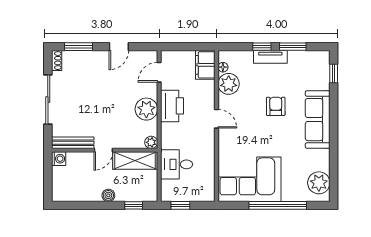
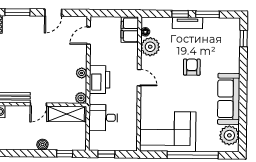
printer: (172, 106) -> (100, 80), moved
plant: (146, 109) -> (82, 73), width x0.53, depth x0.53
sofa: (318, 120) -> (229, 99), moved

